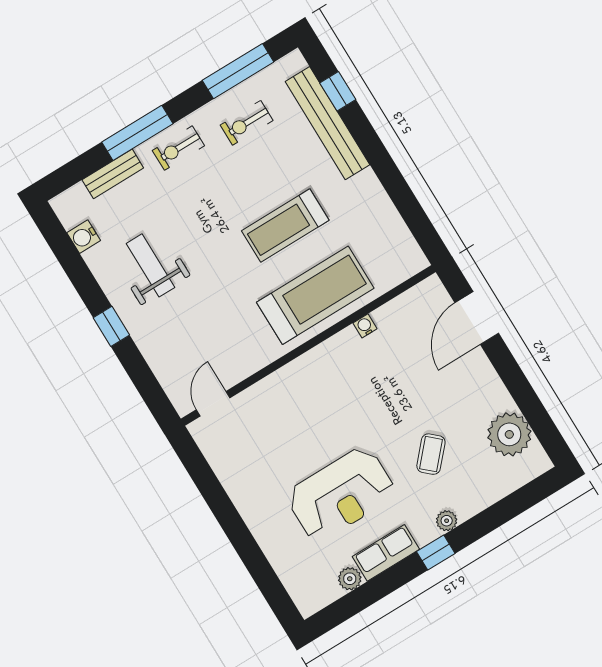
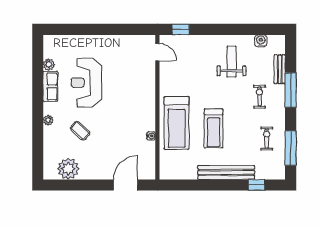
bench: (328, 123) -> (226, 172), moved
exercise bike: (178, 148) -> (259, 97), moved
treadmill: (285, 225) -> (214, 128), turned 180
weight bench: (151, 265) -> (232, 62), turned -90
door: (477, 318) -> (126, 185), hinge flipped
window: (111, 326) -> (181, 29), moved
window: (436, 553) -> (38, 107), removed

